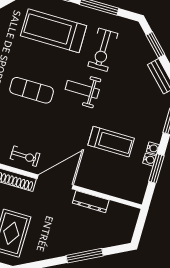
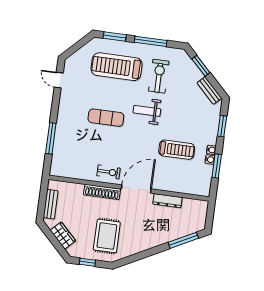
exercise bike: (103, 50) -> (159, 76), turned 180
window: (85, 256) -> (183, 240), moved

